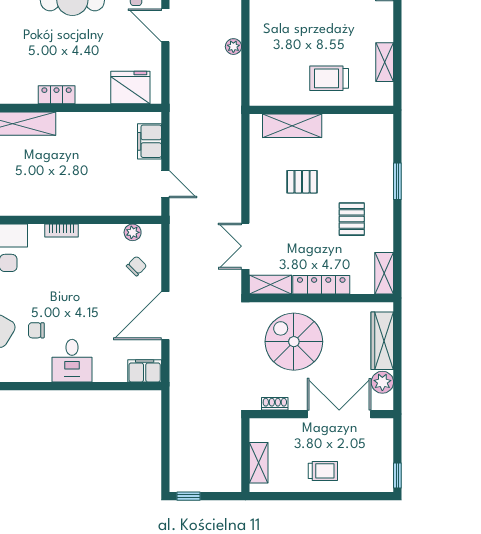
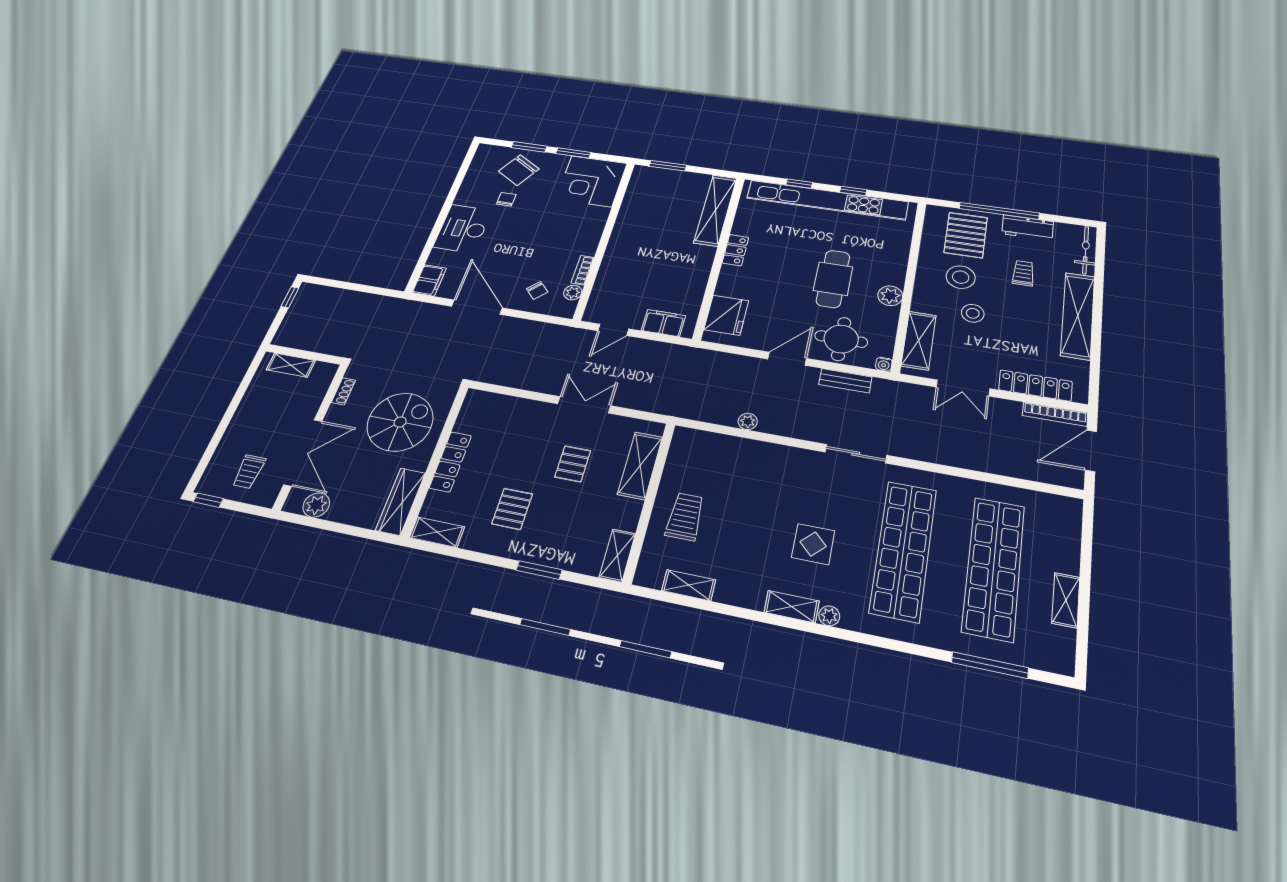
pallet: (352, 219) -> (512, 509), turned 90
bookcase: (61, 231) -> (583, 270), moved
double door: (245, 246) -> (584, 405), moved
shelving: (270, 285) -> (617, 555), moved
wardrobe: (382, 341) -> (401, 501), moved, turned -90
desk: (72, 361) -> (463, 229), width x1.37
trolley: (323, 471) -> (249, 472), moved

